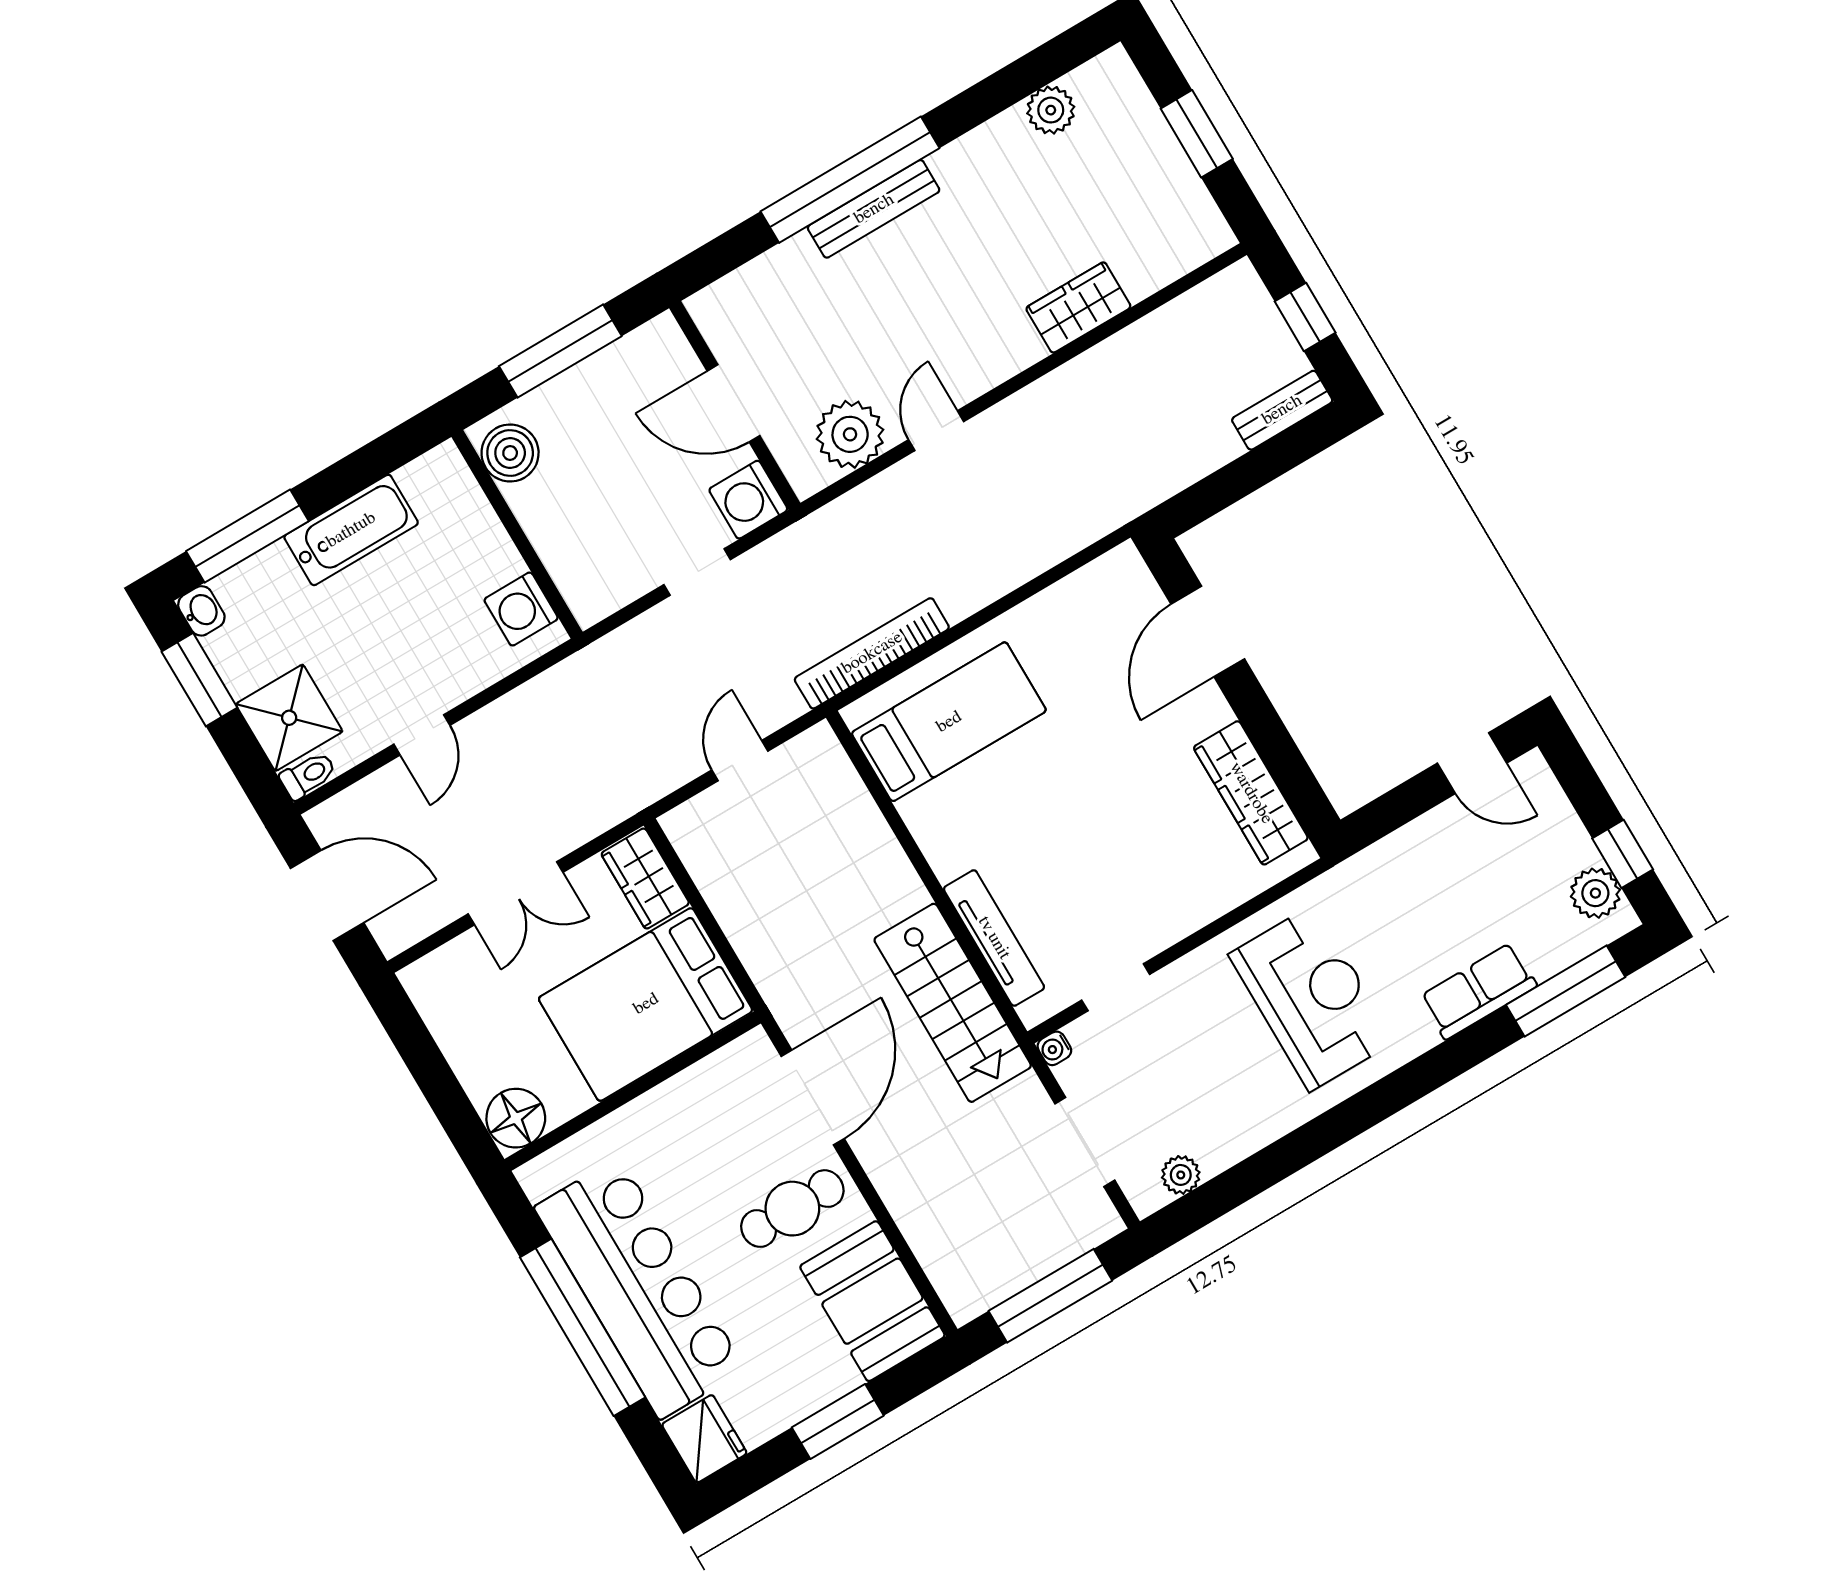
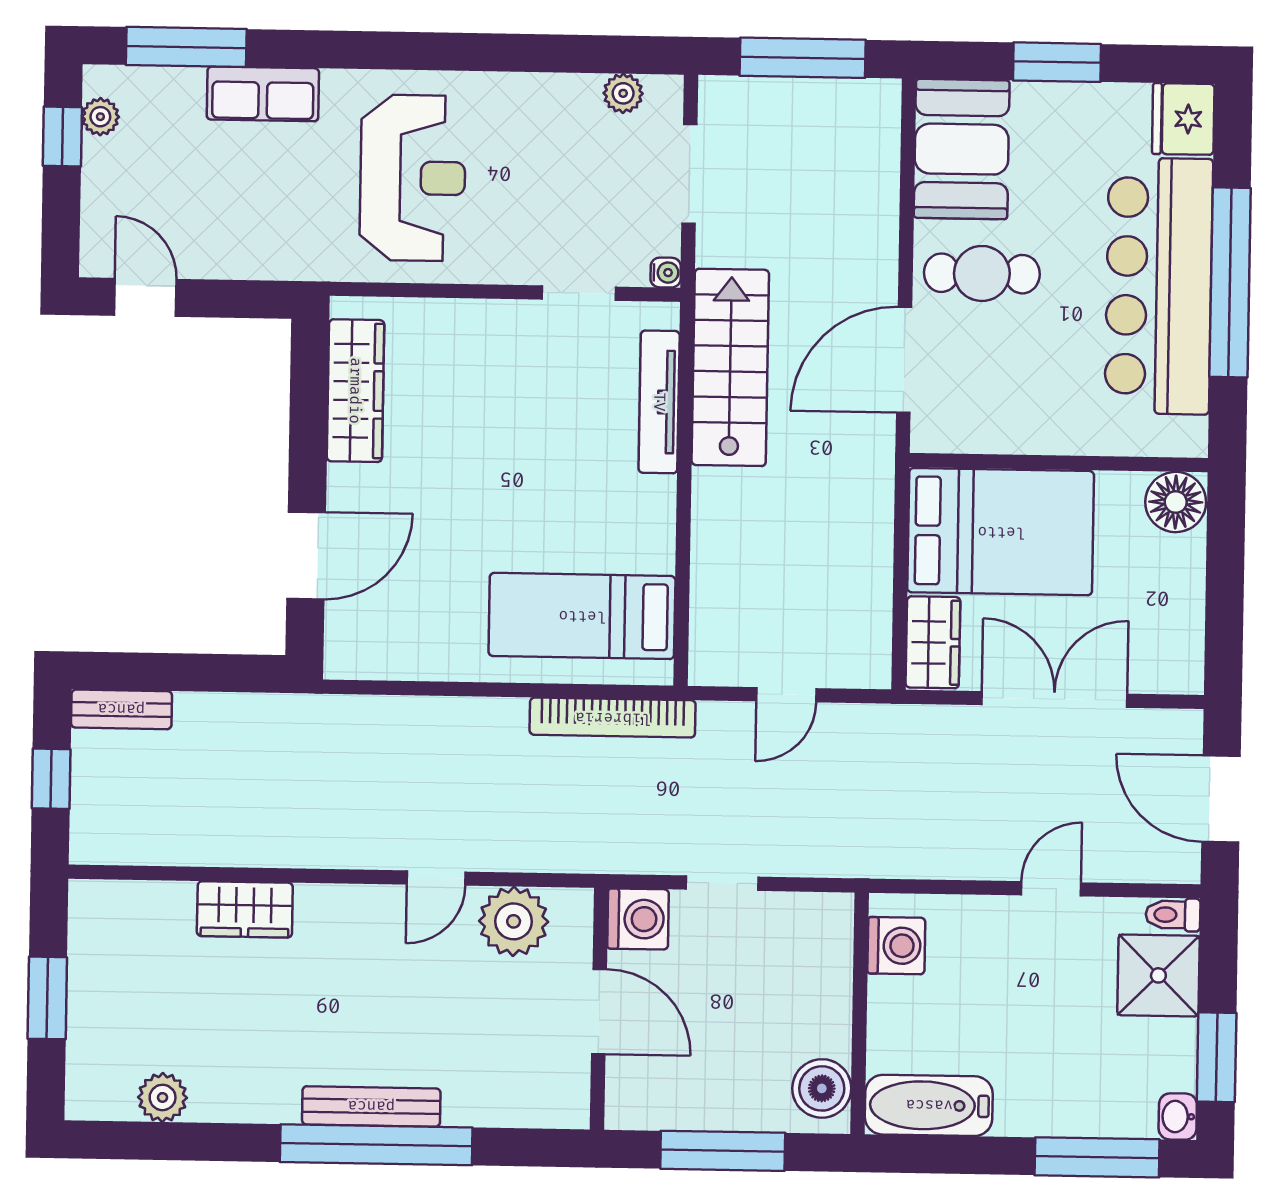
bathtub: (351, 530) -> (929, 1105), moved
double door: (516, 893) -> (1054, 699), width x1.37
plant: (1595, 893) -> (100, 117), width x0.73, depth x0.73
reception desk: (1312, 998) -> (413, 178), turned 180

